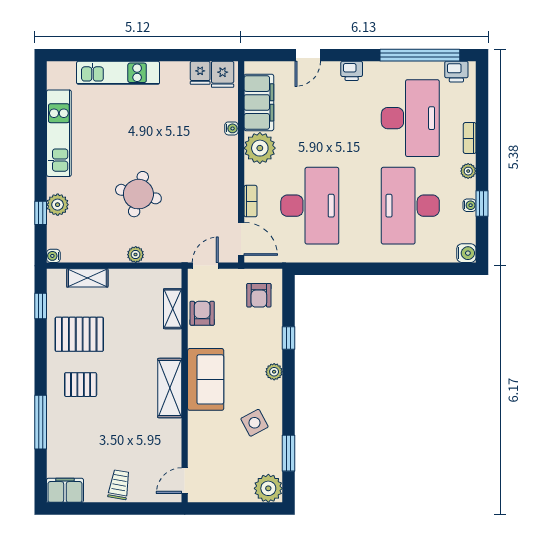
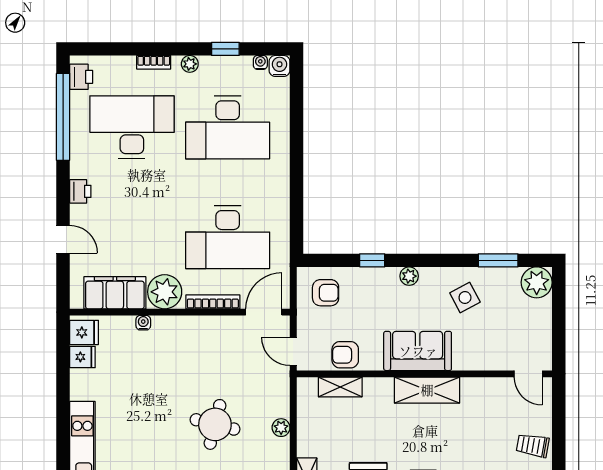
bookcase: (251, 201) -> (213, 302), width x1.56
water cooler: (470, 205) -> (260, 62), moved
desk: (310, 206) -> (228, 237), turned 180

